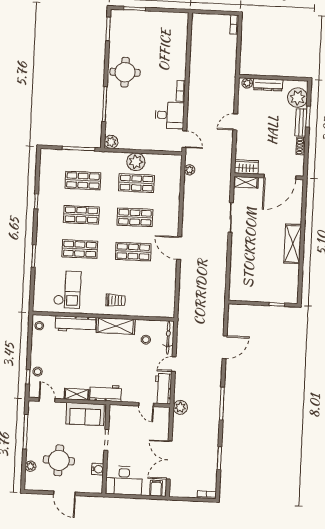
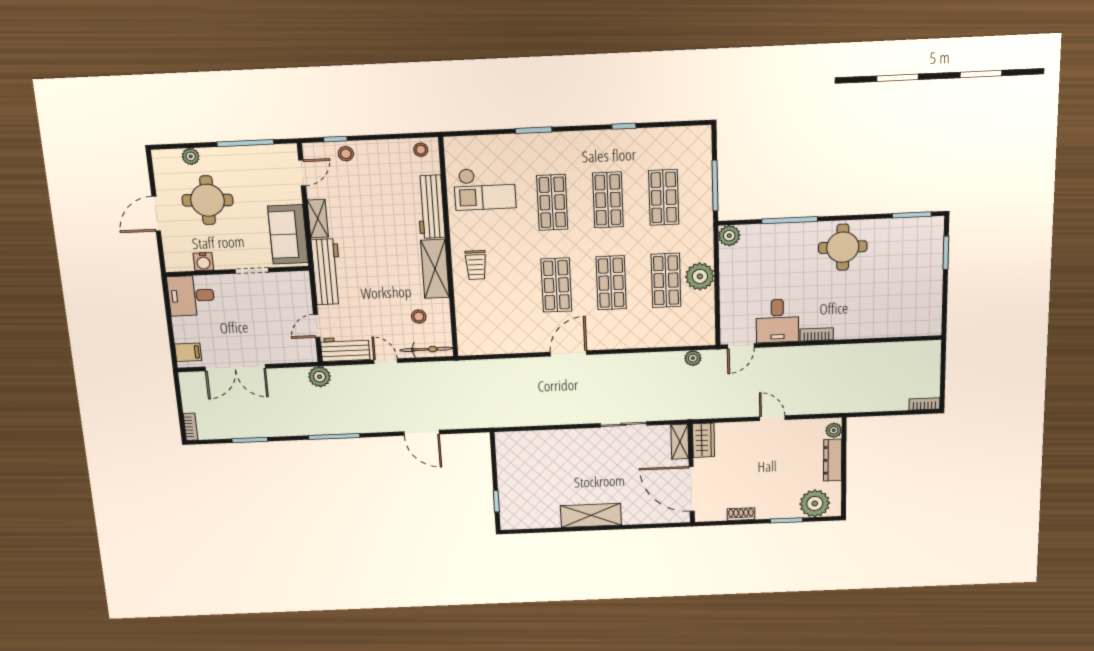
bench: (301, 122) -> (777, 511), removed
workbench: (106, 393) -> (327, 272), width x1.37
double door: (169, 460) -> (235, 368), swing flipped
desk: (124, 480) -> (191, 296), width x0.73

